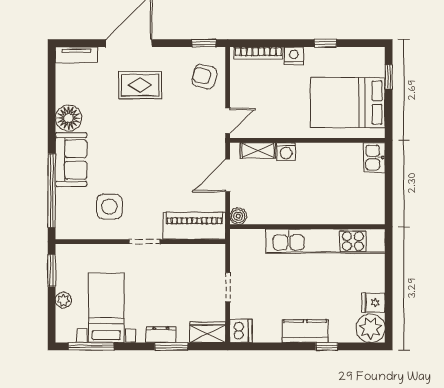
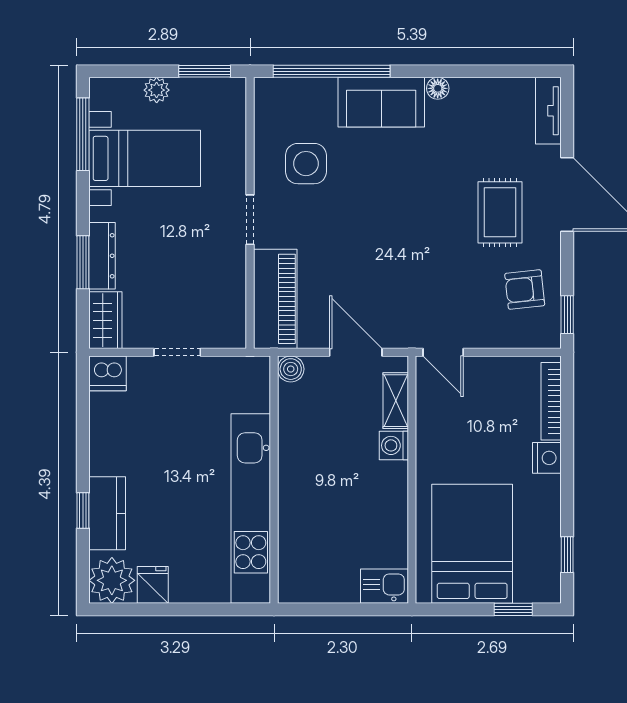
window: (325, 43) -> (567, 555), moved
armchair: (204, 76) -> (525, 289), moved, turned -111
floor lamp: (69, 118) -> (438, 88), width x0.53, depth x0.53
kitchen counter: (305, 331) -> (107, 513), moved
dresser: (161, 334) -> (102, 256), width x1.44

